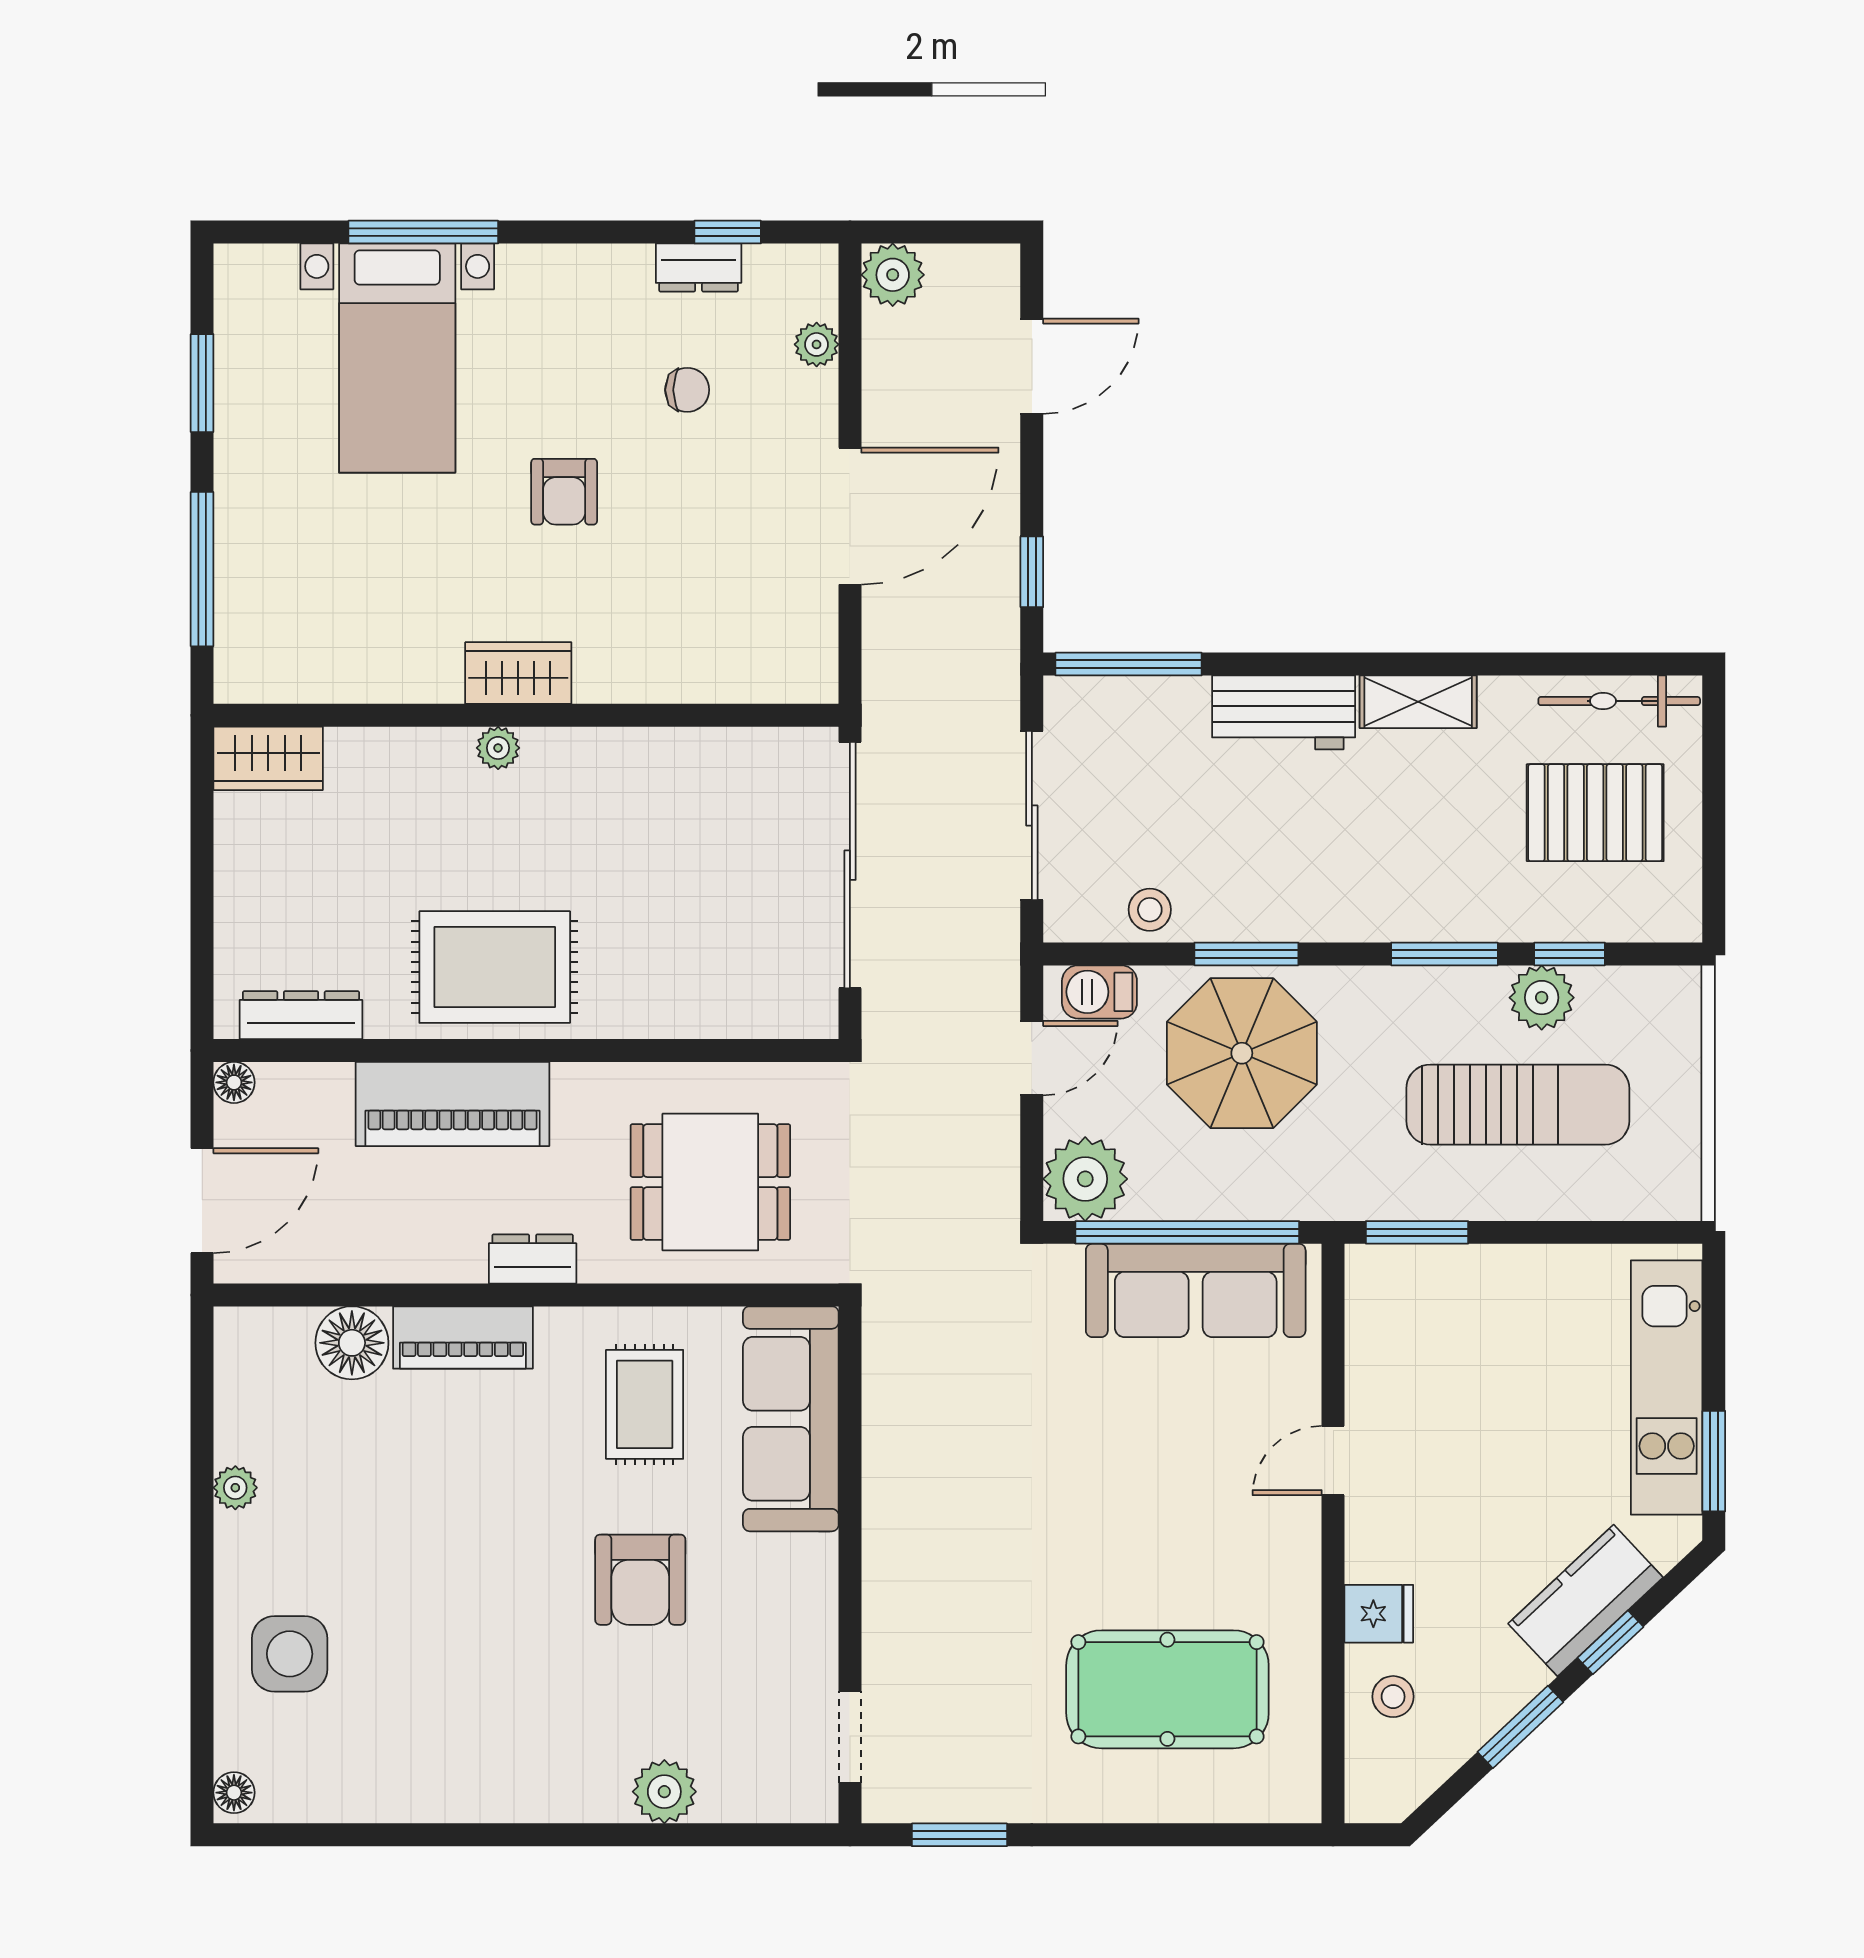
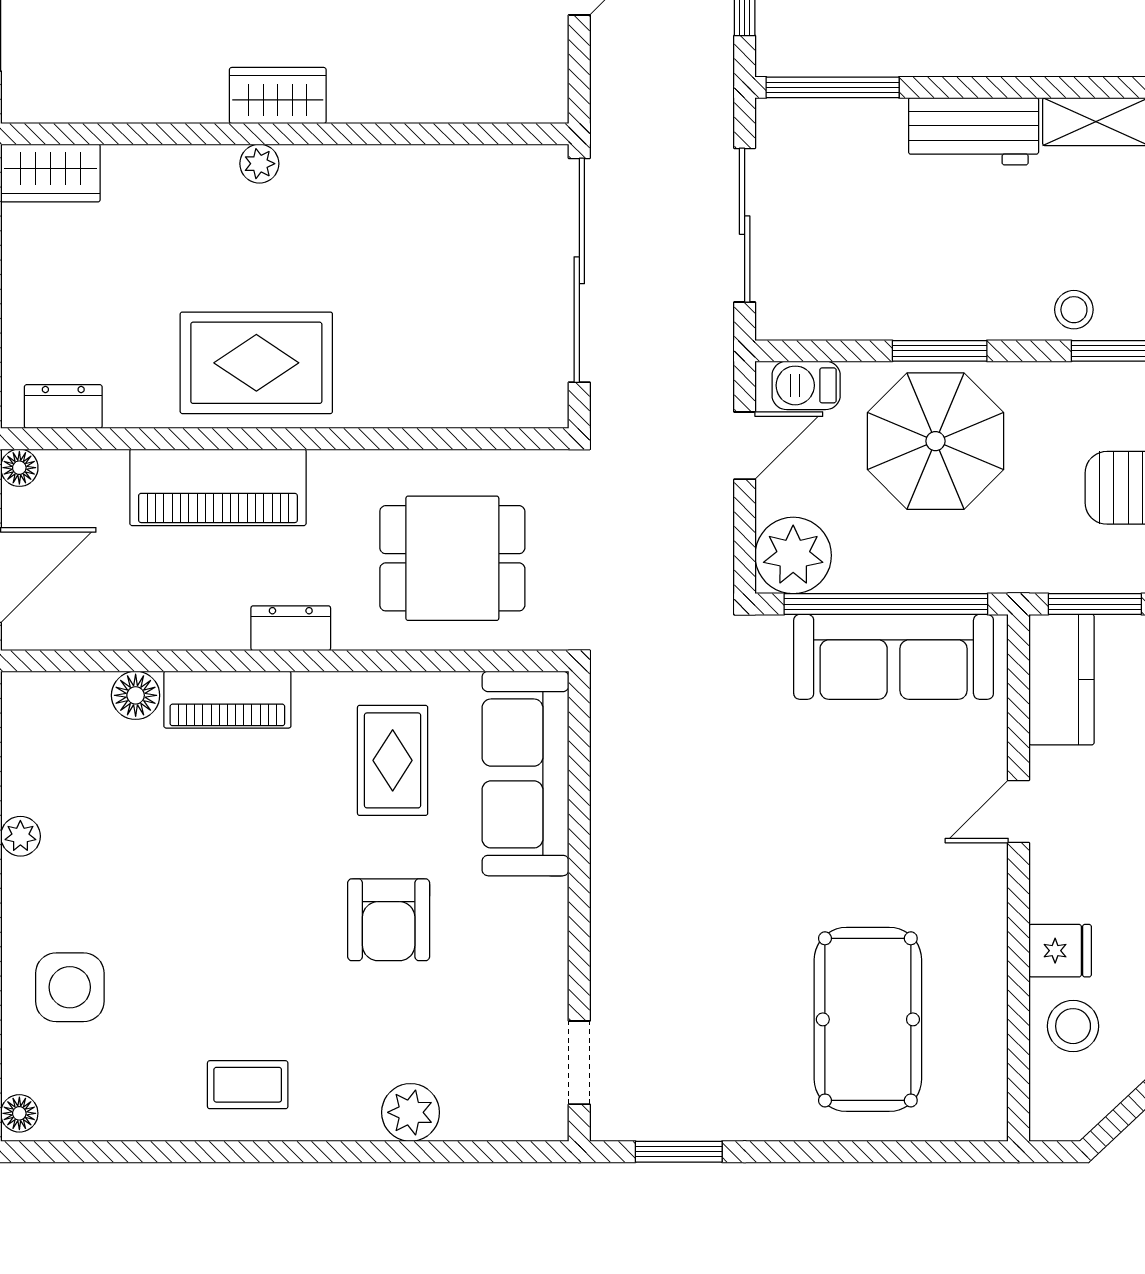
stool: (1150, 910) -> (1074, 310), moved
dresser: (301, 1015) -> (63, 407), width x0.70
kitchen counter: (1380, 1316) -> (1061, 680), added
floor lamp: (352, 1343) -> (136, 695), width x0.73, depth x0.73
pool table: (1167, 1689) -> (868, 1019), turned 90
stool: (1393, 1697) -> (1073, 1026), width x1.37, depth x1.37
coffee table: (485, 1761) -> (248, 1085), added

